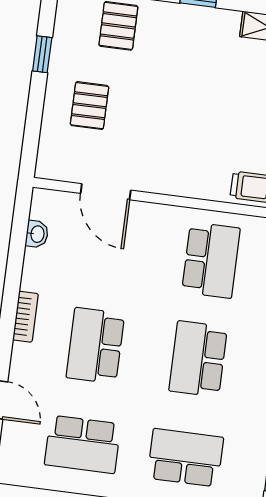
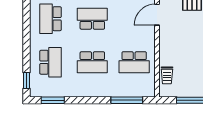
school desk: (198, 359) -> (92, 62), turned 180

